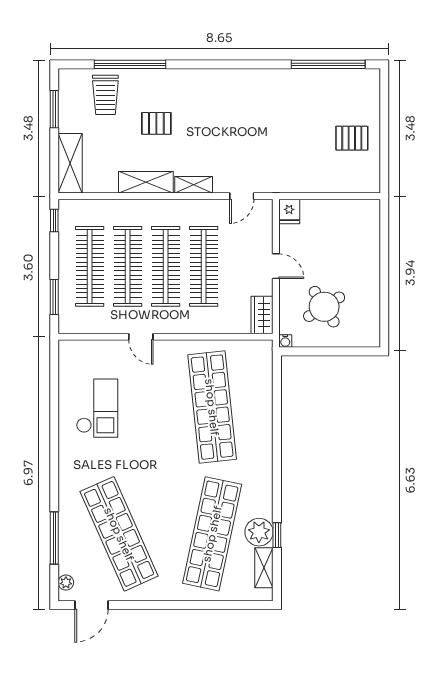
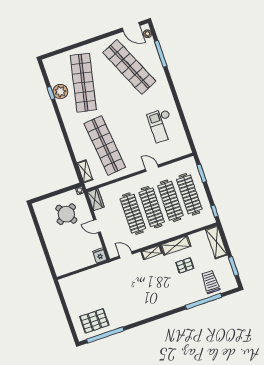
pallet: (156, 123) -> (185, 265), moved
pallet: (352, 138) -> (94, 321), moved, width x1.50, depth x1.42
door: (242, 196) -> (126, 255), hinge flipped
shelving: (264, 568) -> (85, 171), moved
door: (91, 605) -> (131, 27), swing flipped

